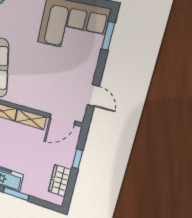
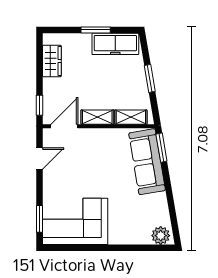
door: (93, 95) -> (40, 159), swing flipped
window: (77, 159) -> (40, 105), moved

